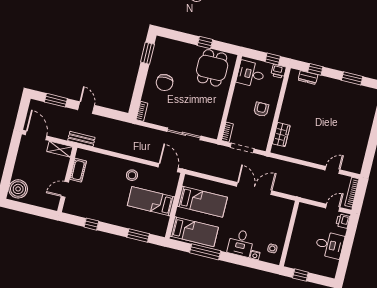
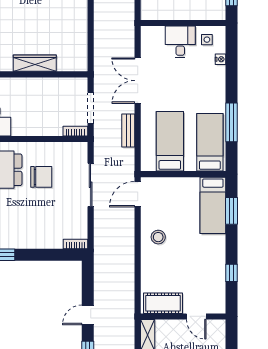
chair: (165, 83) -> (41, 177), moved
armchair: (261, 109) -> (37, 96), removed
wardrobe: (281, 135) -> (35, 63), moved, width x1.50
bench: (81, 139) -> (128, 130), moved
cot: (78, 170) -> (163, 303), width x1.37, depth x1.34
bed: (151, 201) -> (213, 205), moved
desk: (241, 243) -> (180, 42), moved, turned -90

